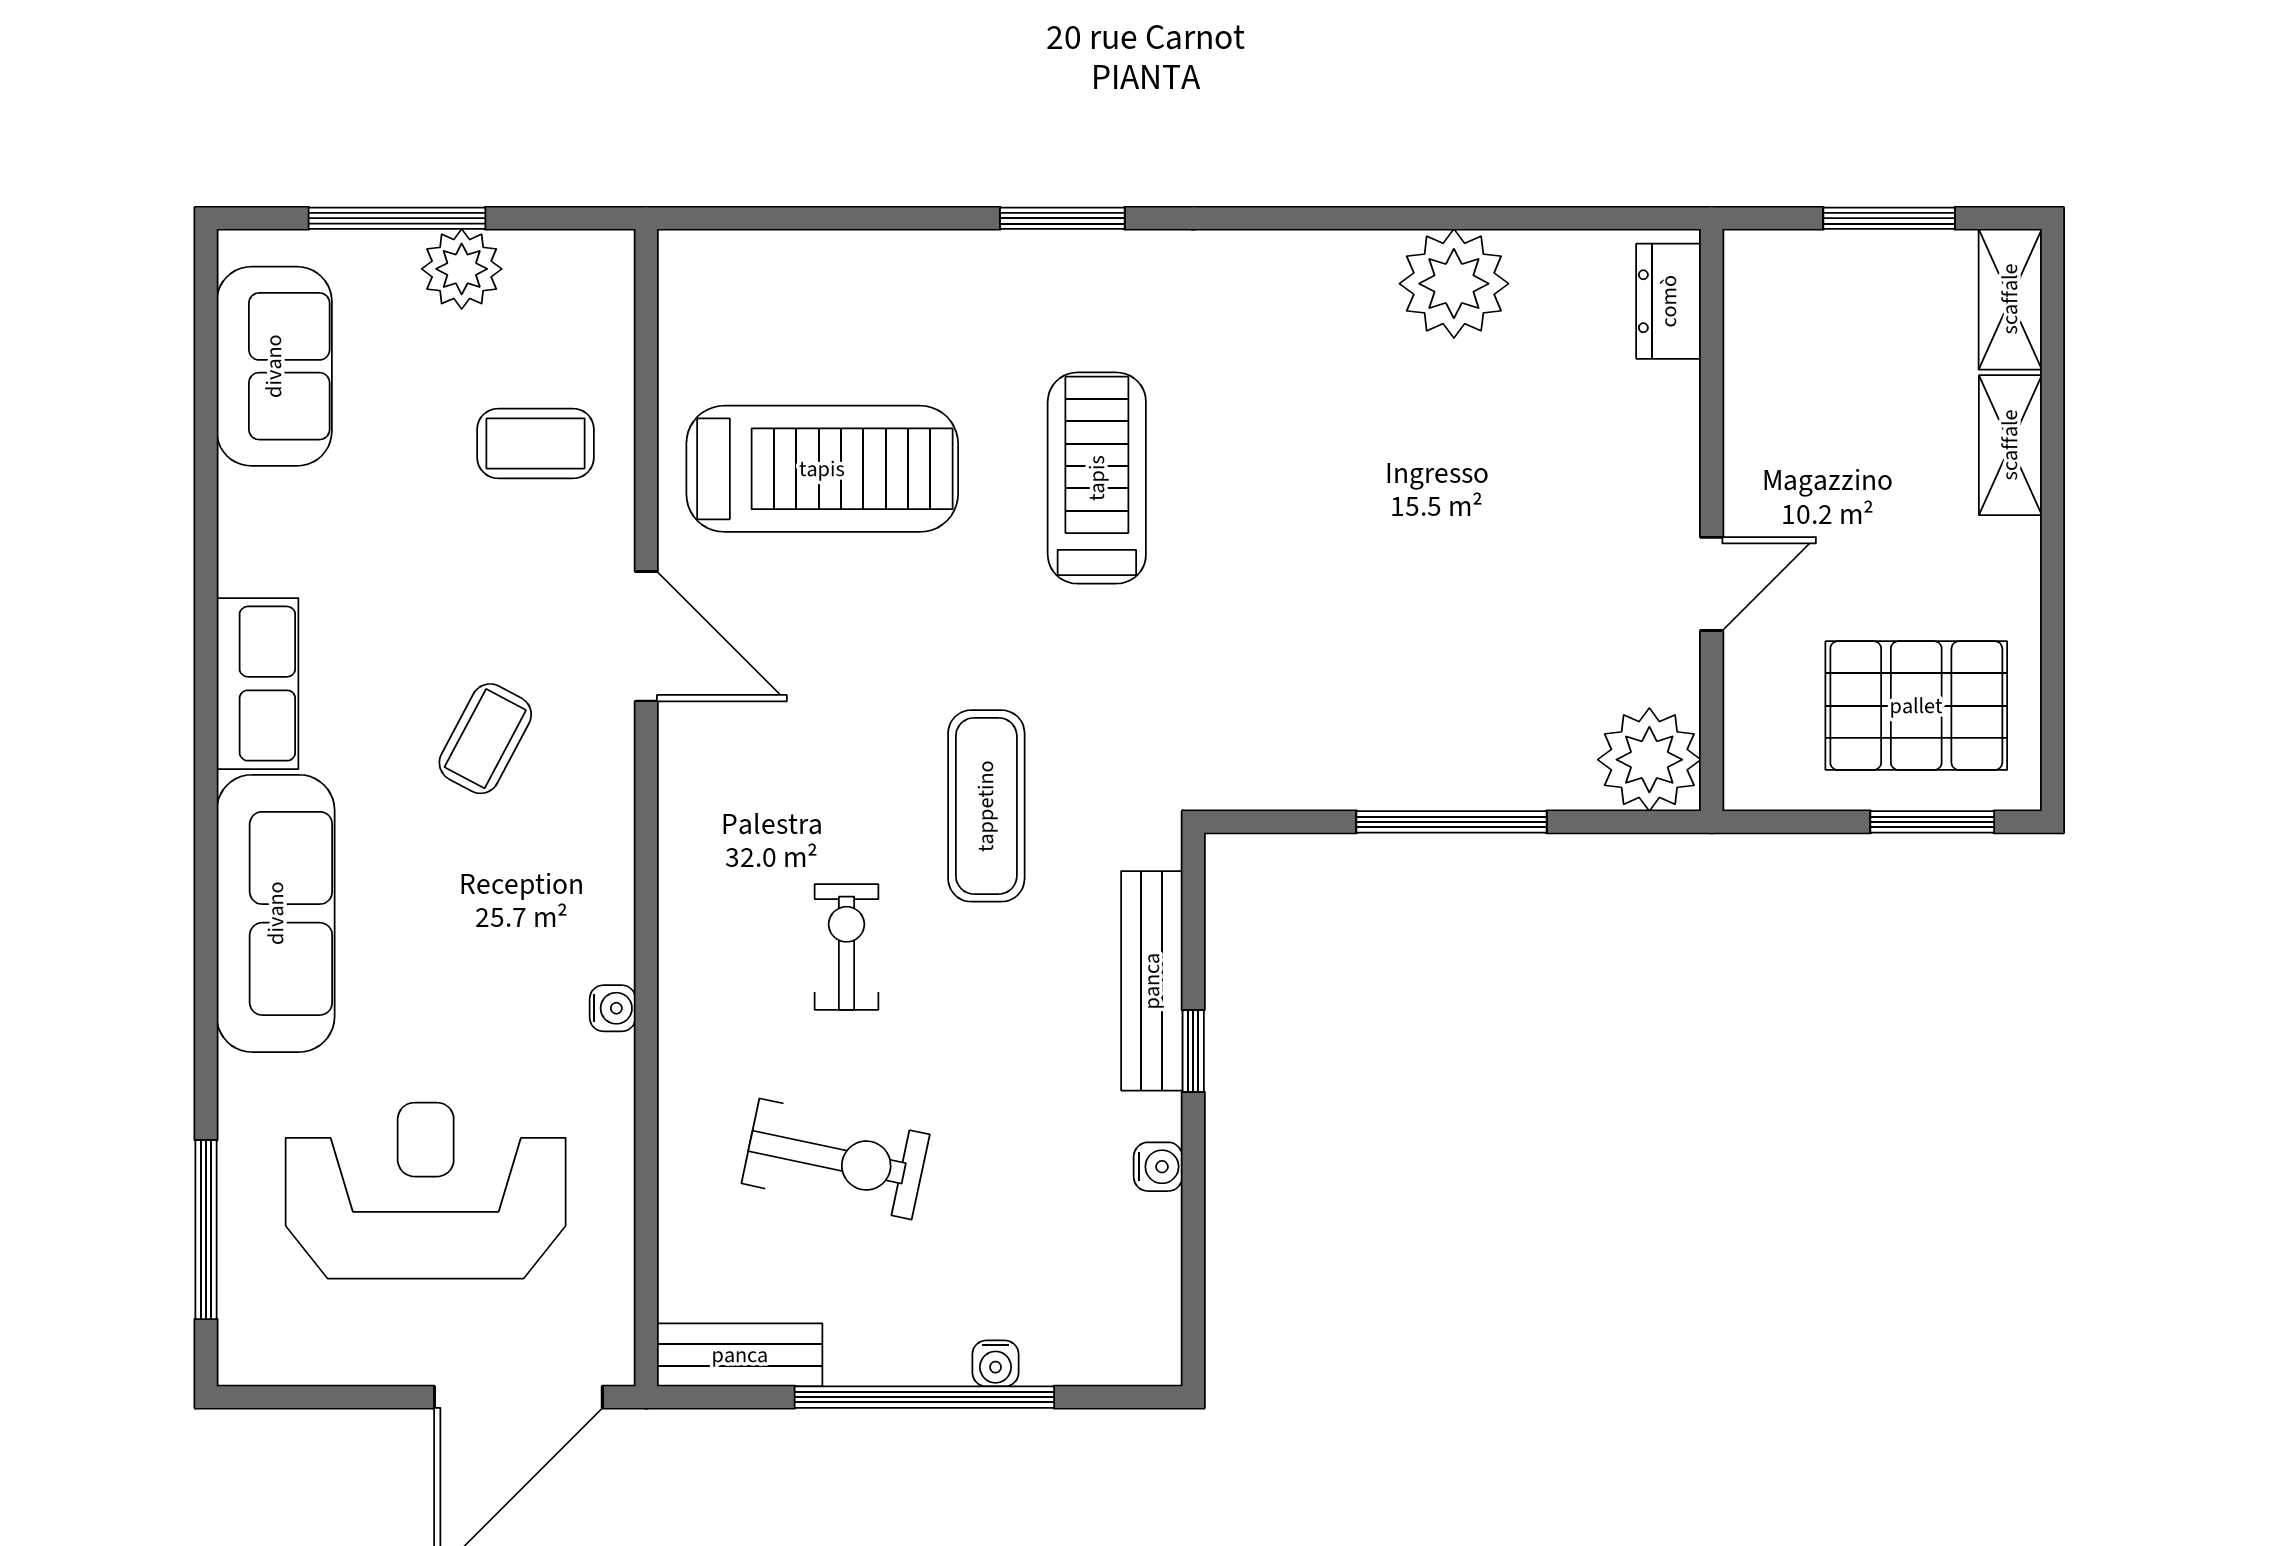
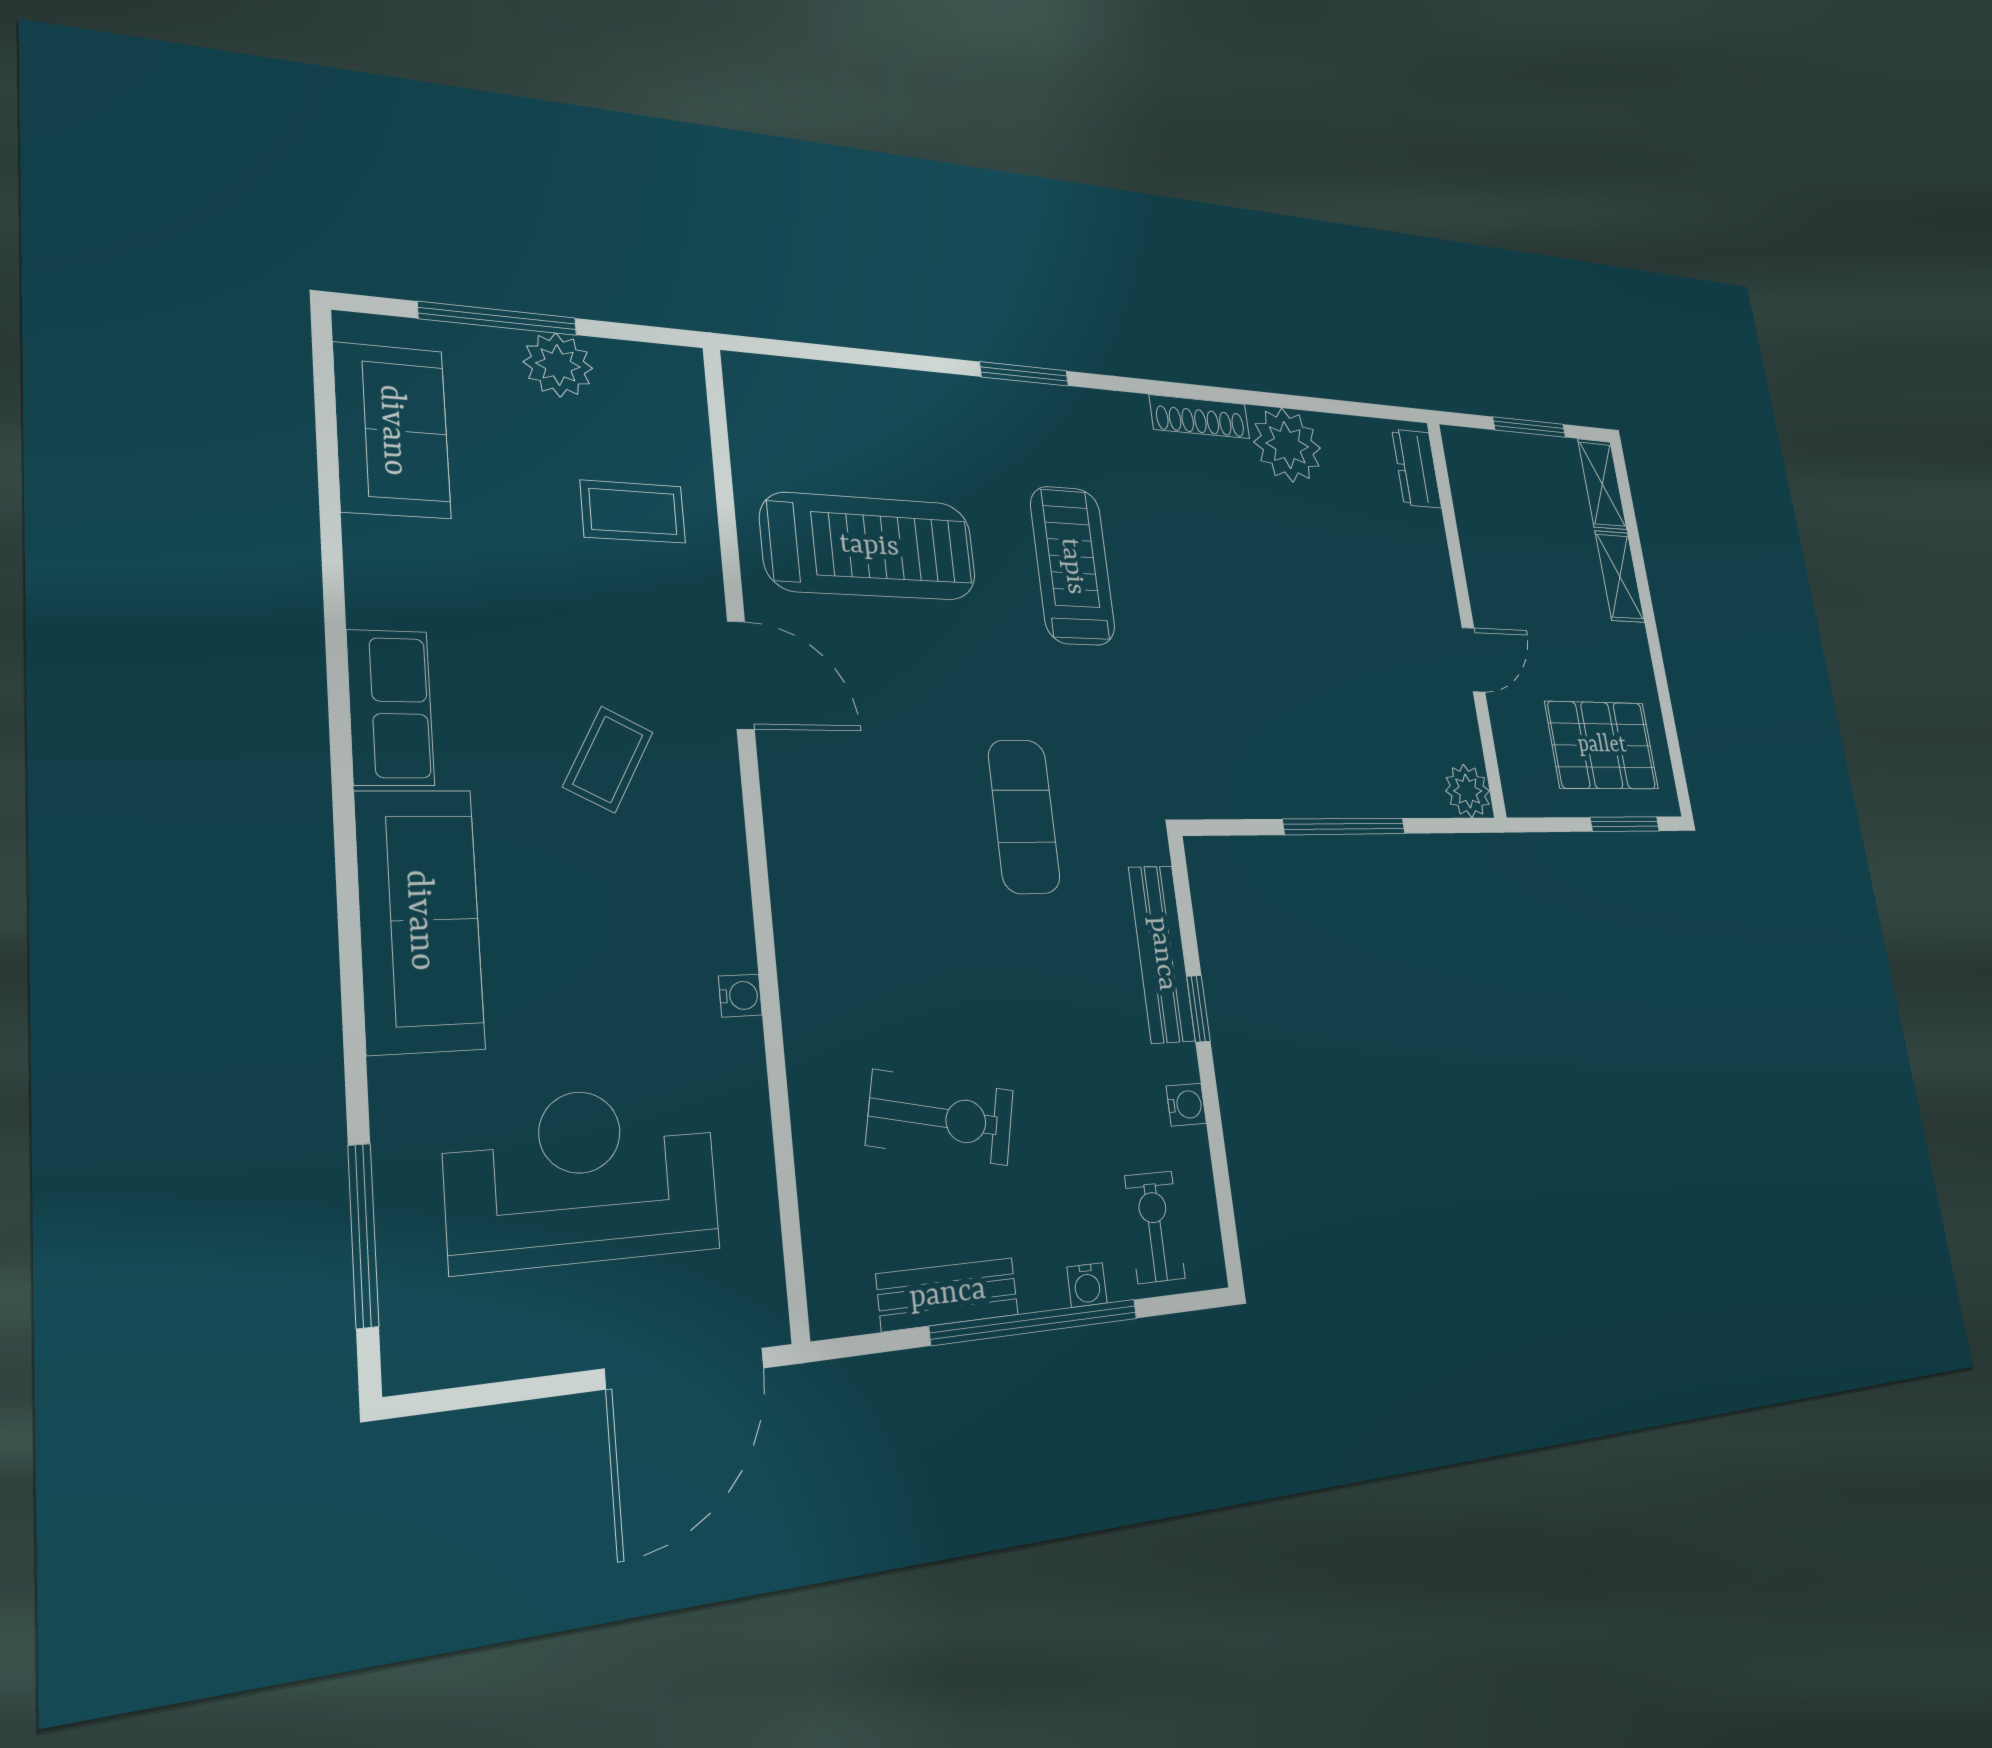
shoe rack: (1319, 254) -> (1200, 417), added
plant: (1649, 760) -> (1468, 791), width x0.73, depth x0.73
exercise bike: (847, 947) -> (1155, 1227), moved
bench: (740, 1355) -> (948, 1294), moved

